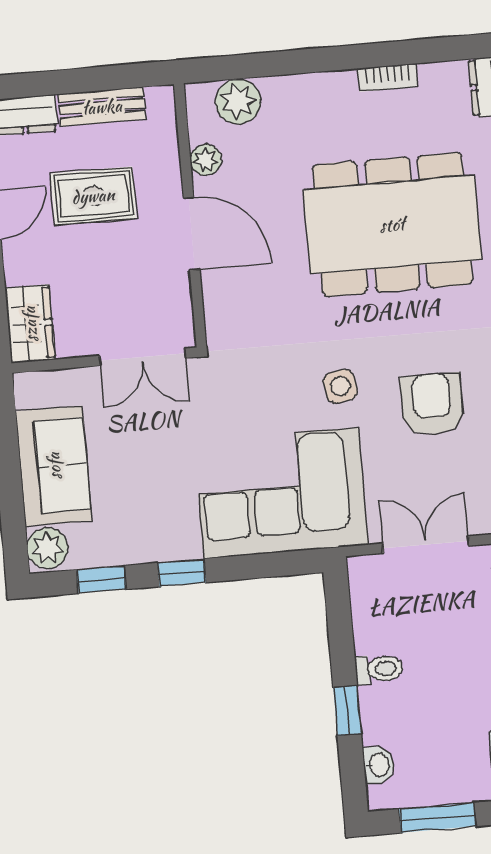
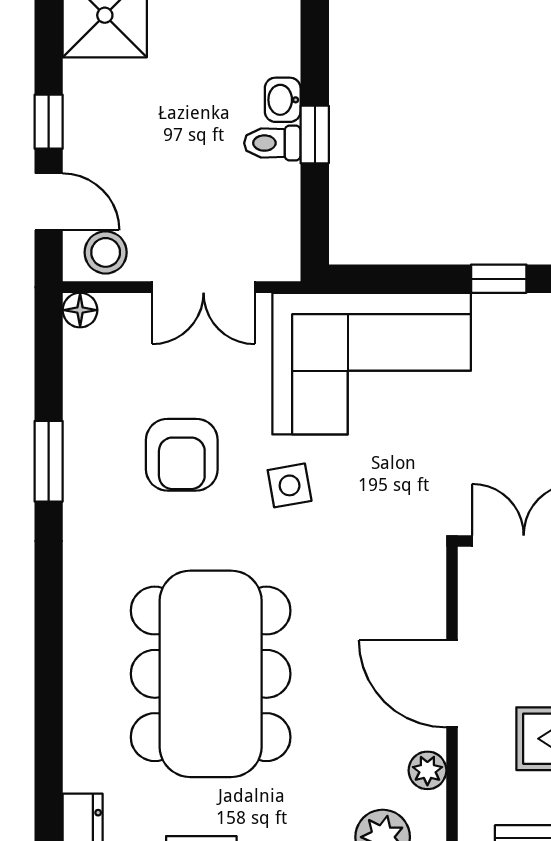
dining table: (392, 225) -> (211, 674), turned 90
window: (347, 711) -> (315, 135), moved
washbasin: (379, 765) -> (283, 100), moved

